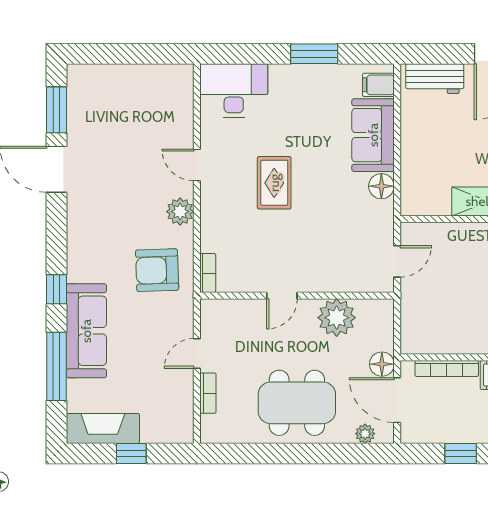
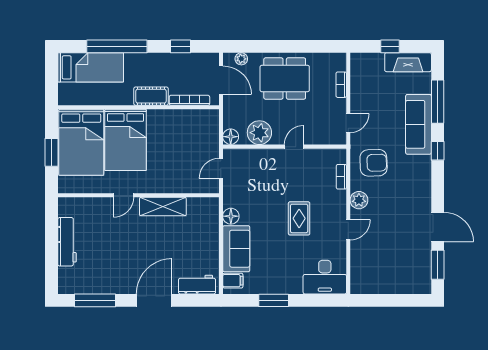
door: (197, 165) -> (348, 230), hinge flipped
bookcase: (208, 273) -> (341, 177), moved
door: (197, 353) -> (348, 123), moved
floor lamp: (382, 364) -> (231, 137), moved

